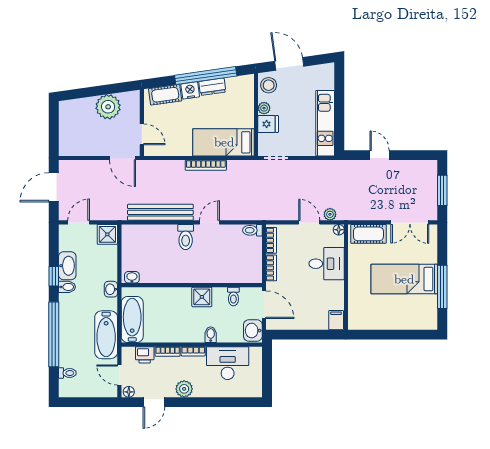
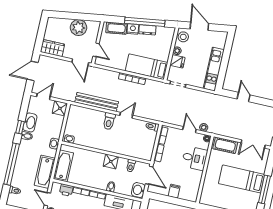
wardrobe: (76, 146) -> (52, 48), added
filing cabinet: (336, 320) -> (174, 191), moved

